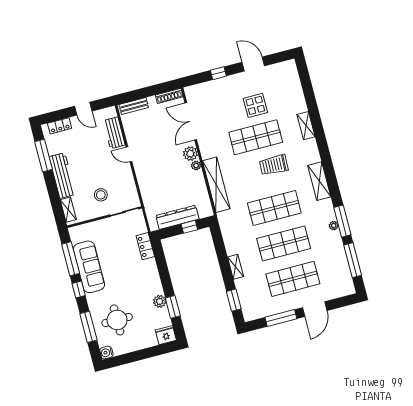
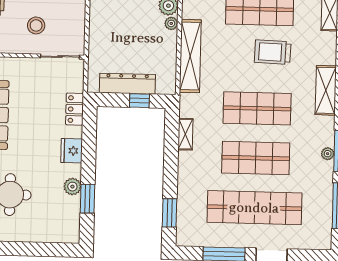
shelving: (236, 267) -> (185, 134), moved
shop shelf: (293, 279) -> (254, 208), width x1.40
fridge: (166, 335) -> (72, 151), moved, turned -90

